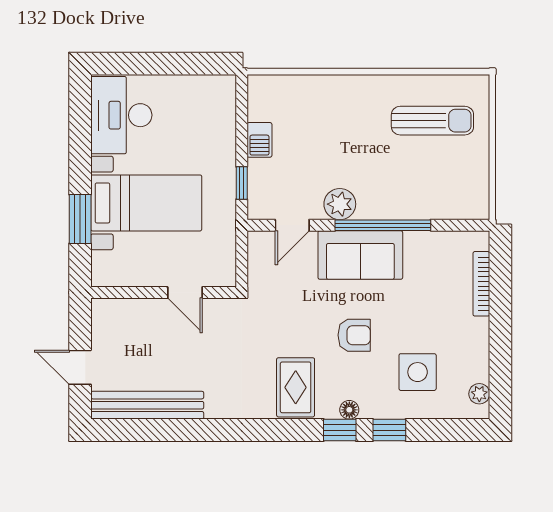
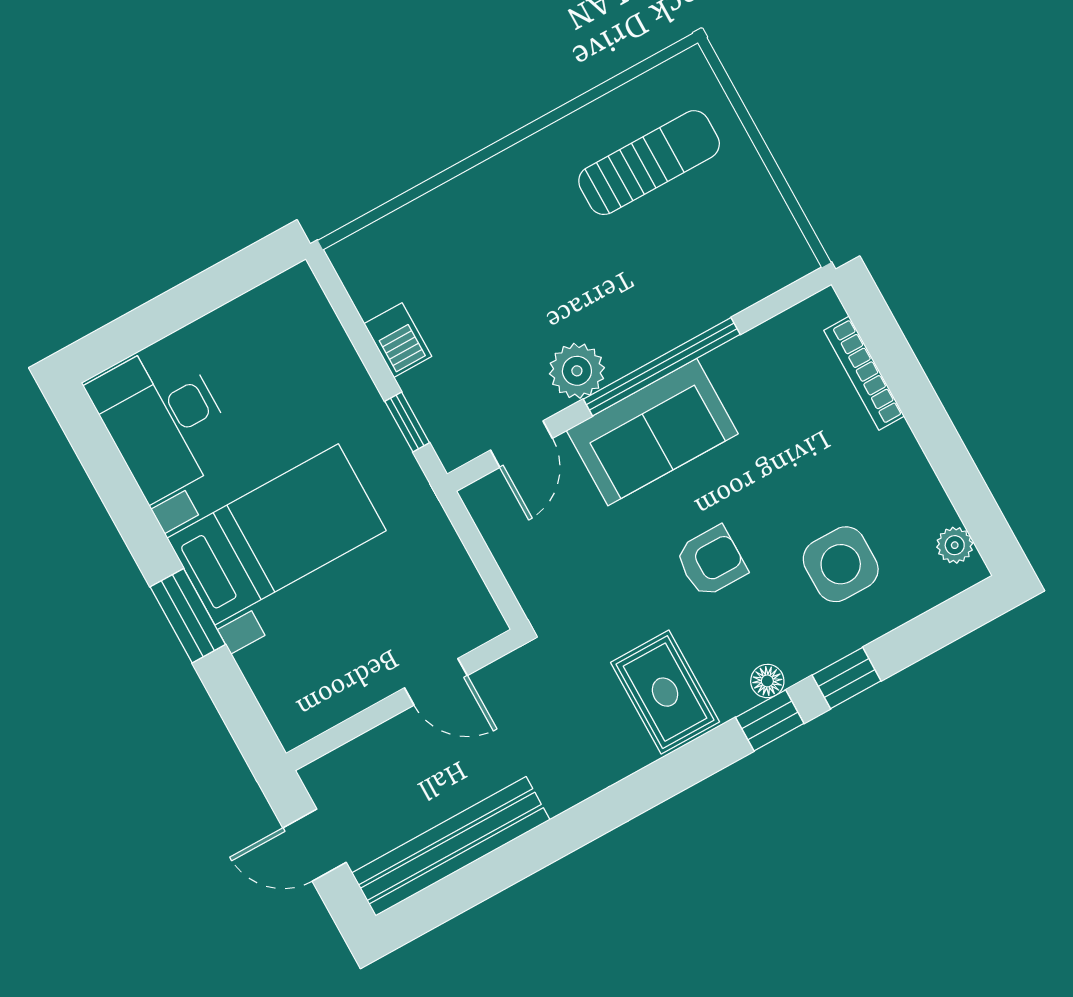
wall: (164, 293) -> (403, 700), moved
door: (185, 293) -> (436, 682), moved

